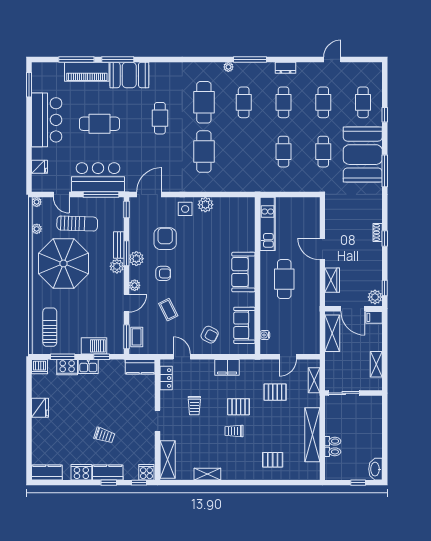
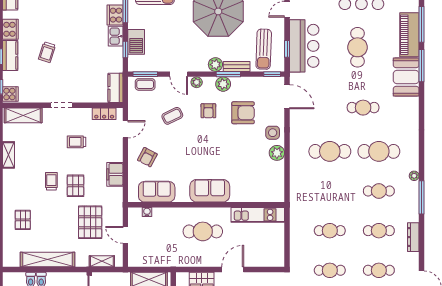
dresser: (285, 68) -> (413, 237), width x1.44
window: (101, 194) -> (287, 49), width x0.46
sun lounger: (77, 224) -> (264, 49), moved
pallet: (275, 392) -> (90, 222), width x1.50, depth x1.42

